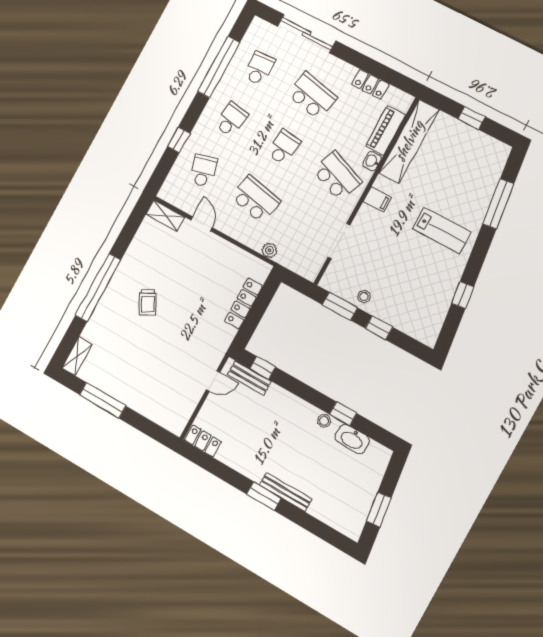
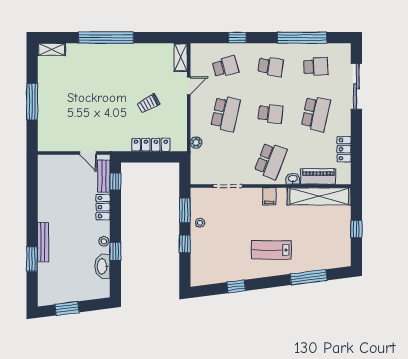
lab bench: (442, 231) -> (271, 250), turned 90
trolley: (148, 302) -> (148, 103), moved
window: (103, 400) -> (32, 102), moved
locker: (203, 441) -> (103, 207), moved, turned 180
window: (264, 496) -> (32, 259), moved

